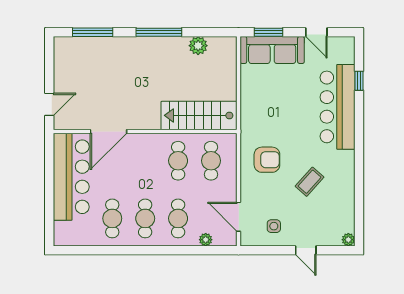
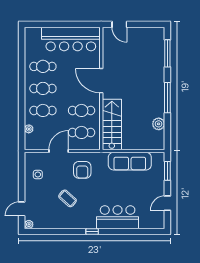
sofa: (272, 50) -> (130, 161), moved, turned -90
window: (359, 81) -> (92, 231), moved
bar counter: (338, 107) -> (118, 217), width x0.73
door: (108, 131) -> (101, 81), moved
door: (239, 217) -> (59, 151), moved
door: (306, 250) -> (22, 209), moved

